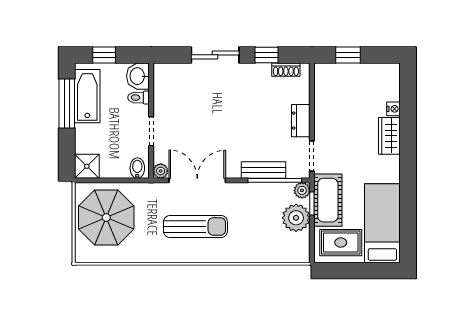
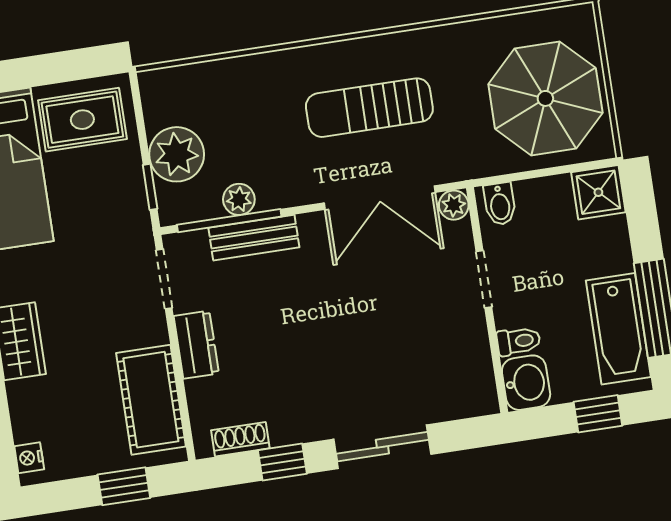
nightstand: (394, 109) -> (29, 458), moved
plant: (302, 190) -> (239, 199), moved
cot: (328, 200) -> (151, 400), moved

